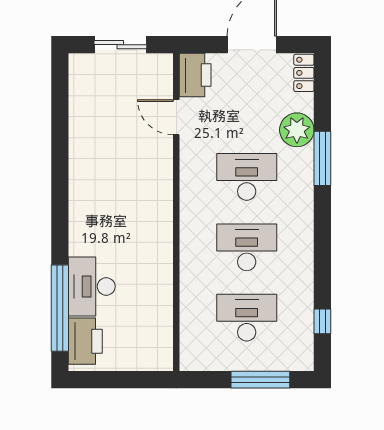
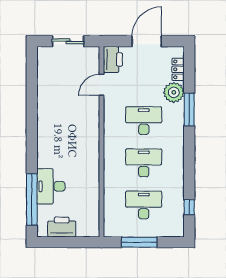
locker: (304, 73) -> (178, 69), moved
door: (176, 117) -> (101, 85), hinge flipped
printer: (85, 341) -> (62, 227), moved, turned -90
window: (260, 380) -> (139, 242), moved

